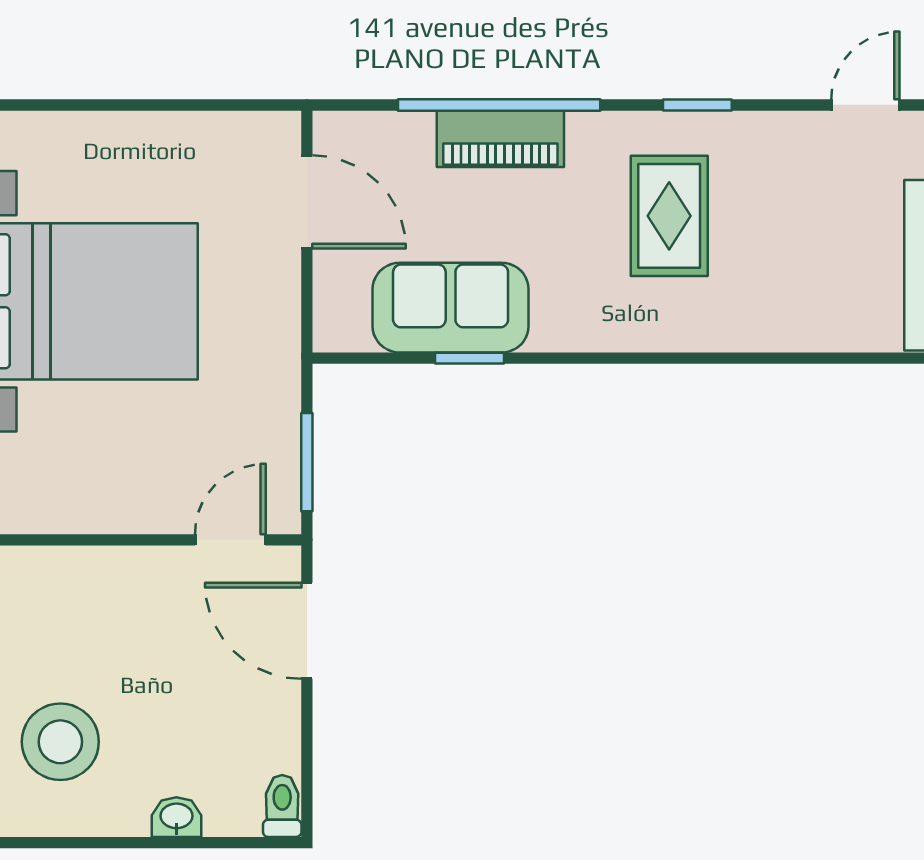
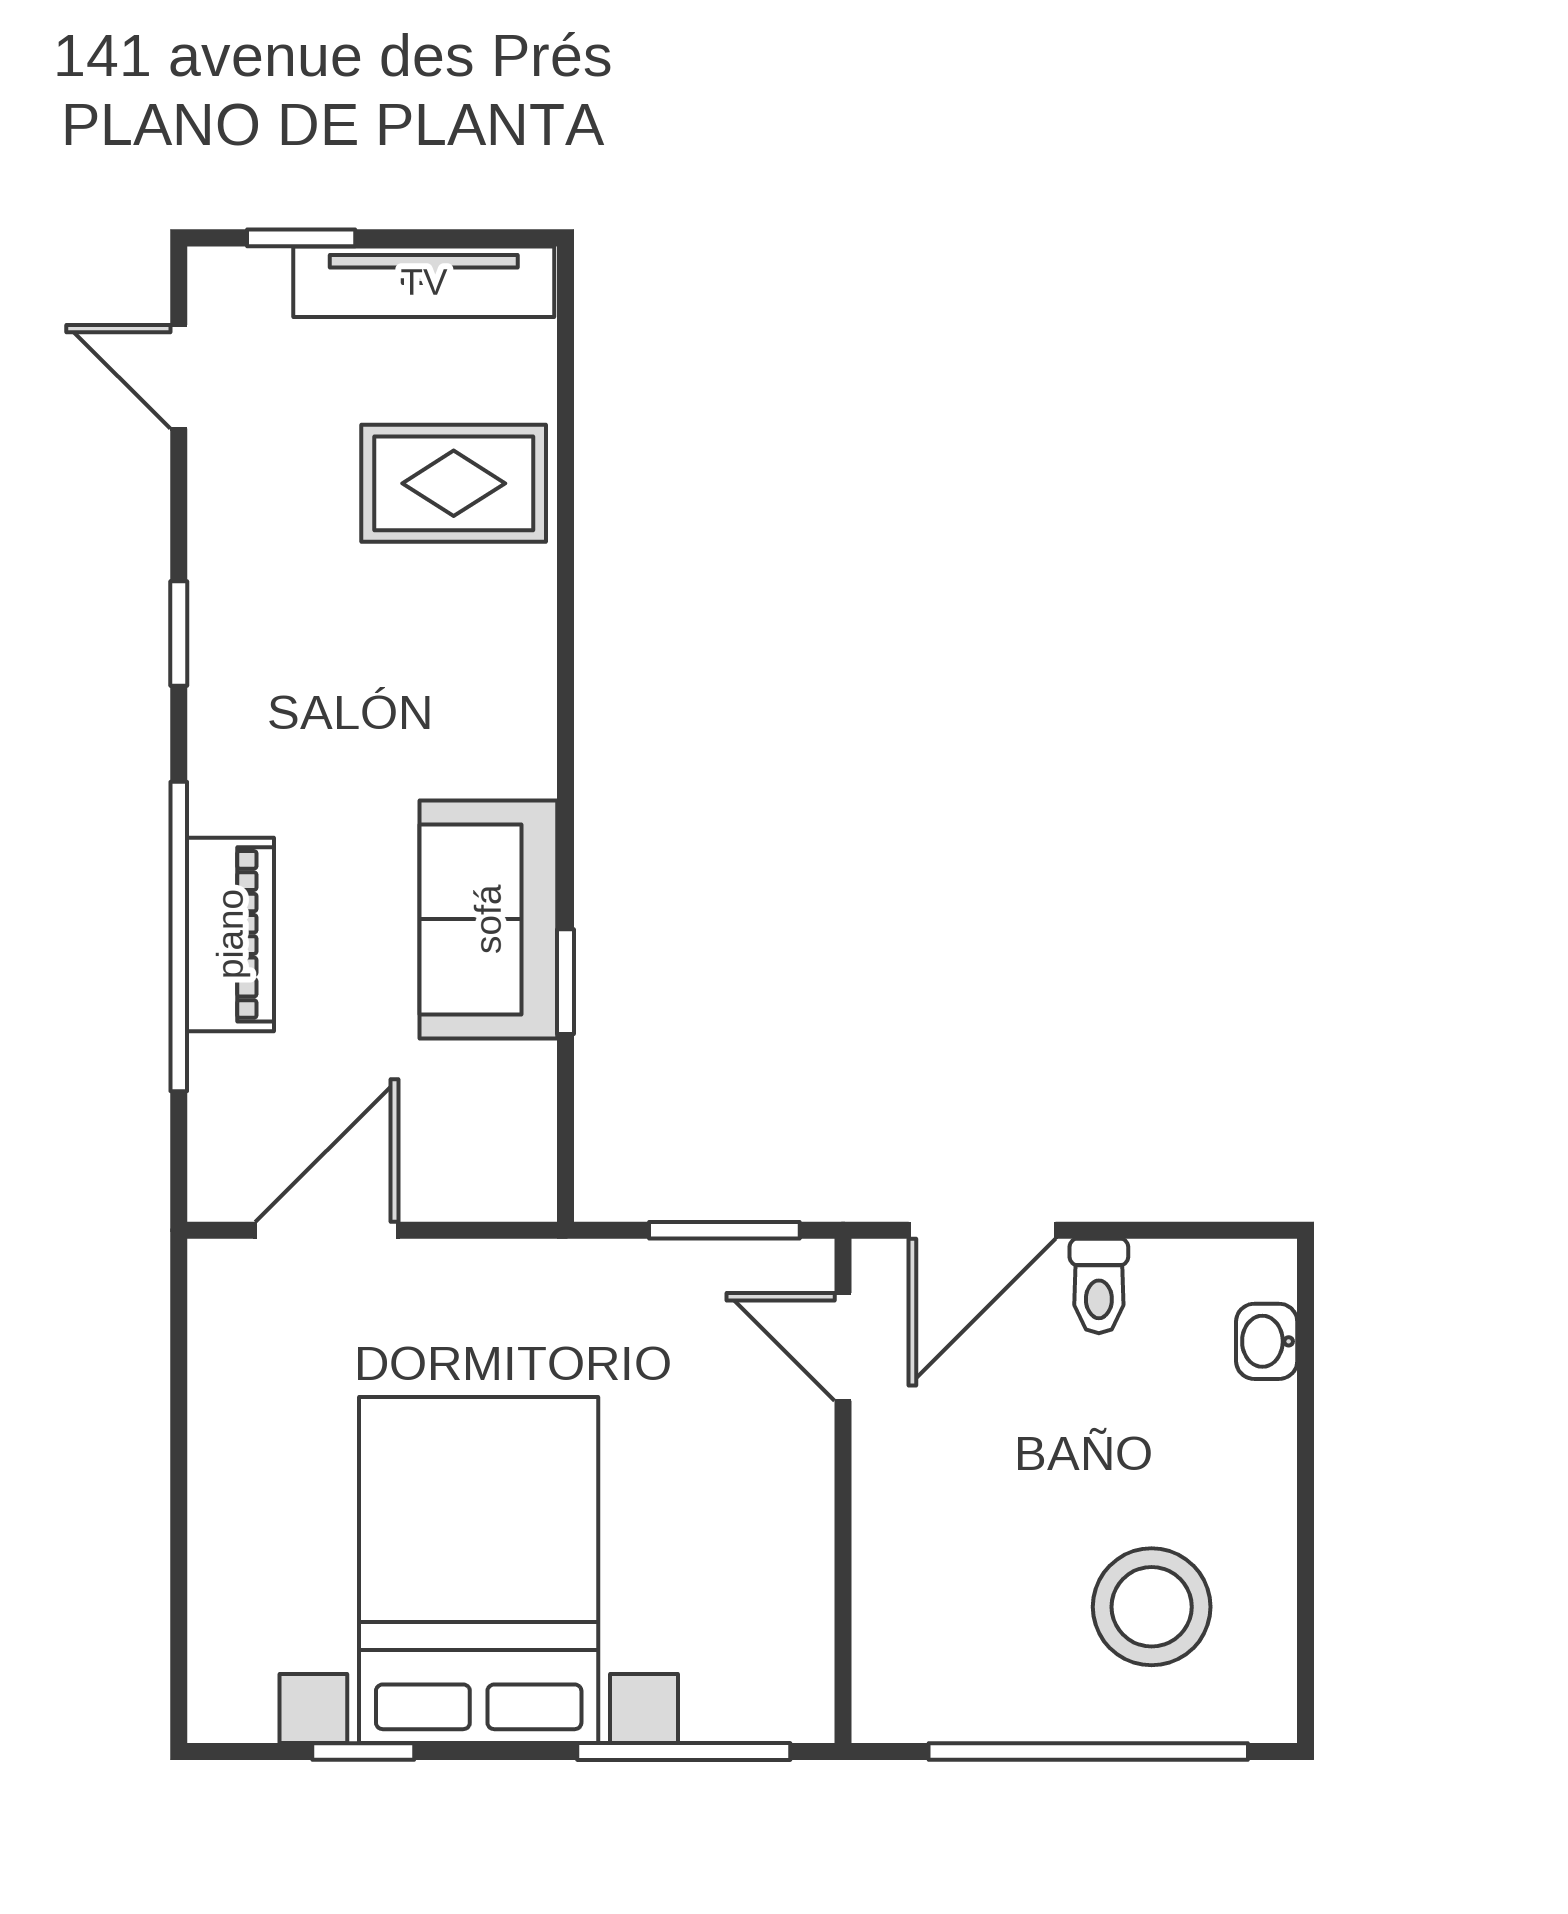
rug: (669, 216) -> (454, 483), moved
sofa: (451, 308) -> (488, 919), moved
toilet: (282, 806) -> (1099, 1286), moved, turned -90
washbasin: (176, 817) -> (1267, 1341), moved

